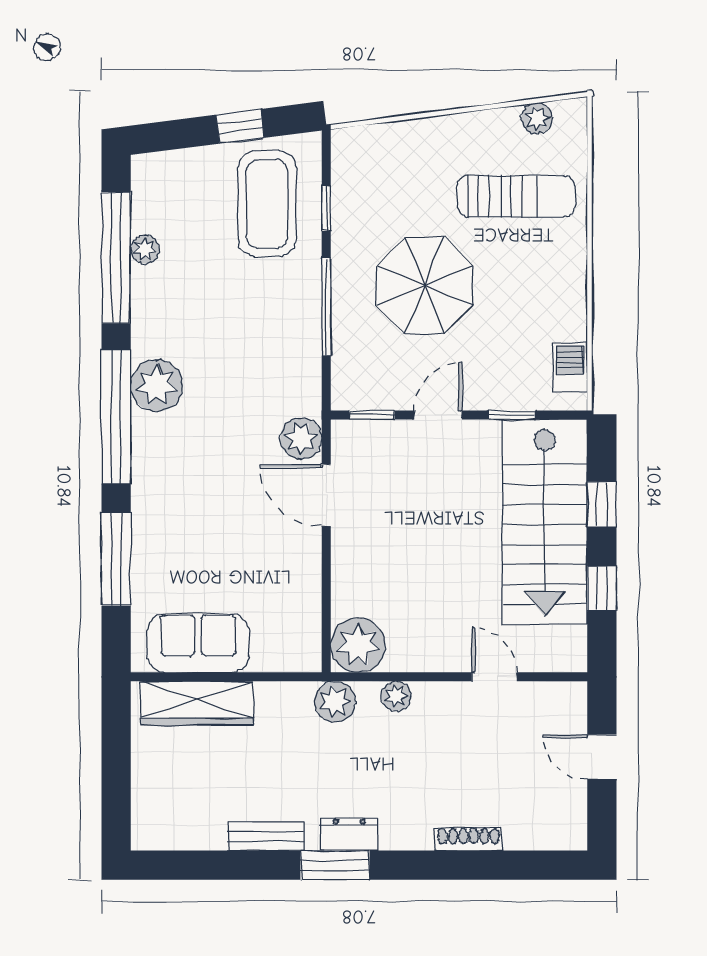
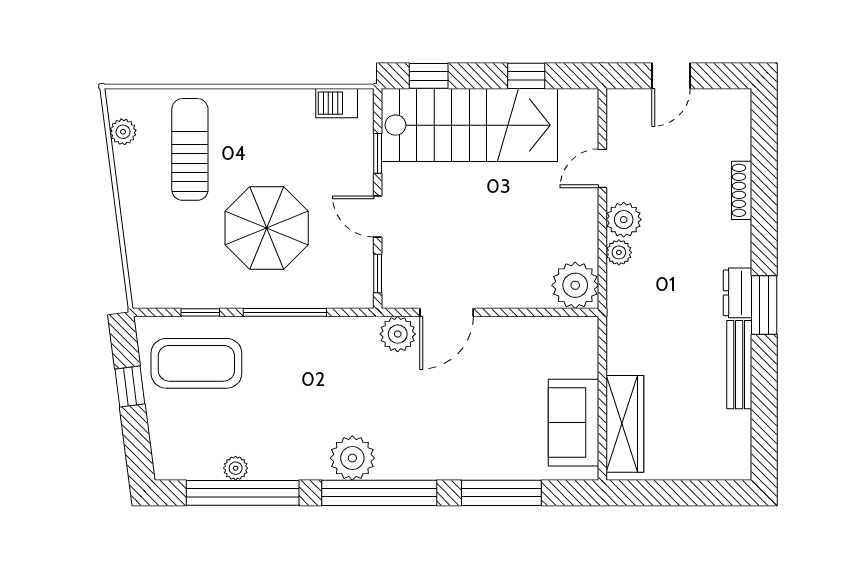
window: (602, 504) -> (429, 76), moved
plant: (335, 702) -> (624, 220), moved
bench: (266, 836) -> (739, 365), width x1.36

